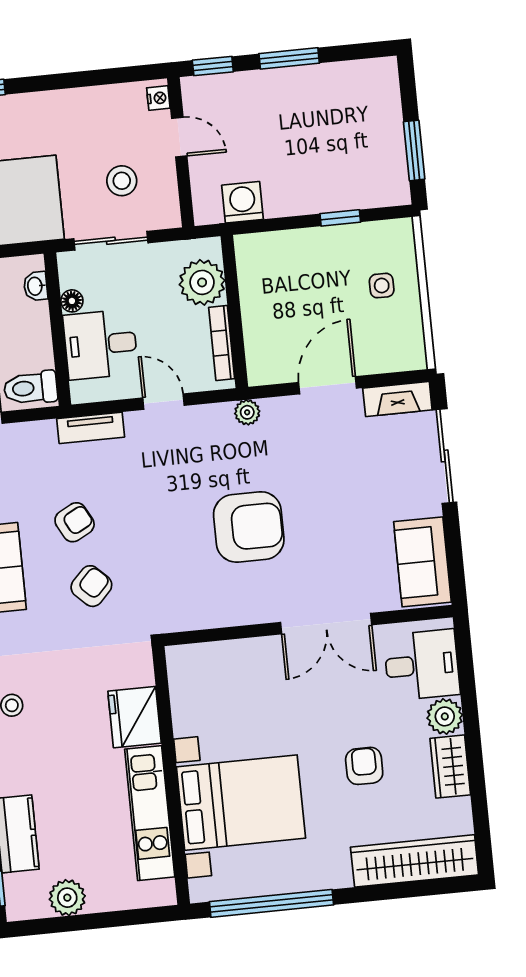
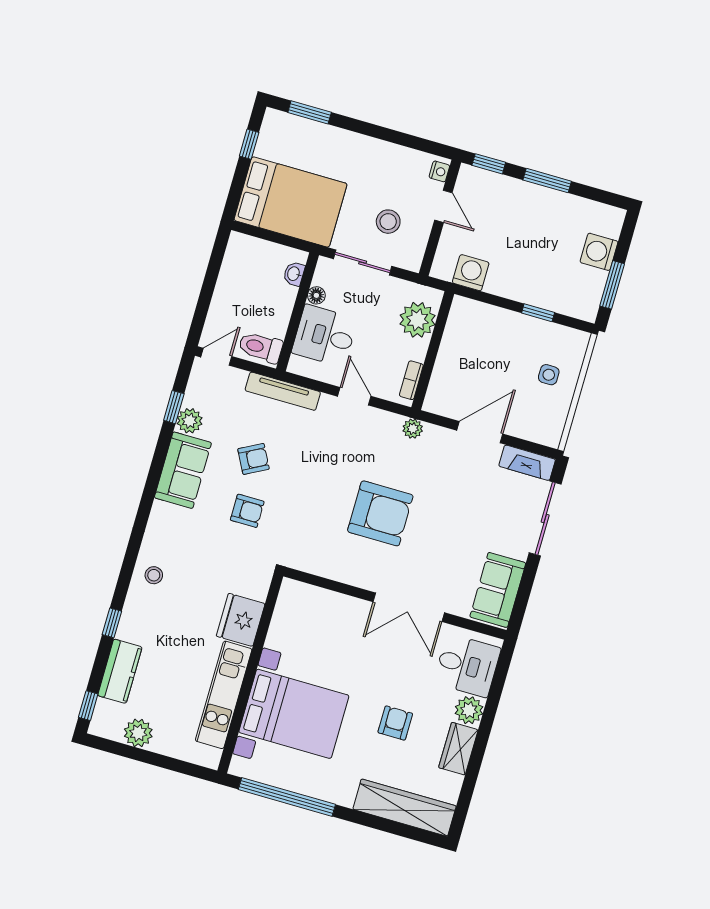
washing machine: (383, 118) -> (599, 252), added
bookcase: (222, 343) -> (411, 380), width x0.64
tv unit: (91, 428) -> (283, 391), width x1.41
armchair: (91, 586) -> (247, 511), turned 46

